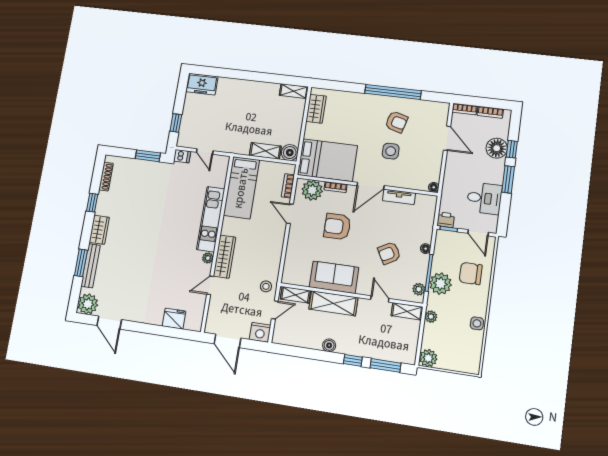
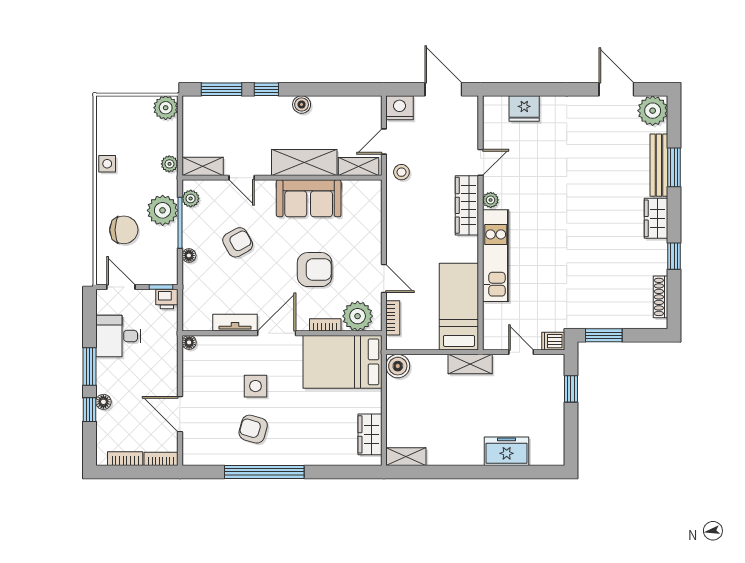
freezer: (202, 84) -> (507, 451), moved
floor lamp: (497, 148) -> (103, 402), width x0.53, depth x0.53
shelving: (265, 151) -> (470, 364), moved

